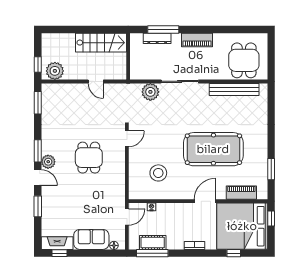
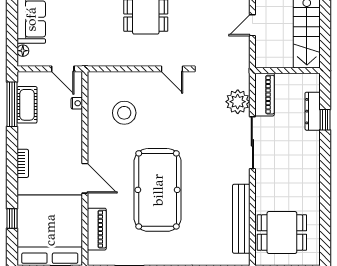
window: (163, 29) -> (325, 120), width x0.46
piano: (197, 40) -> (264, 95), moved, turned 180

